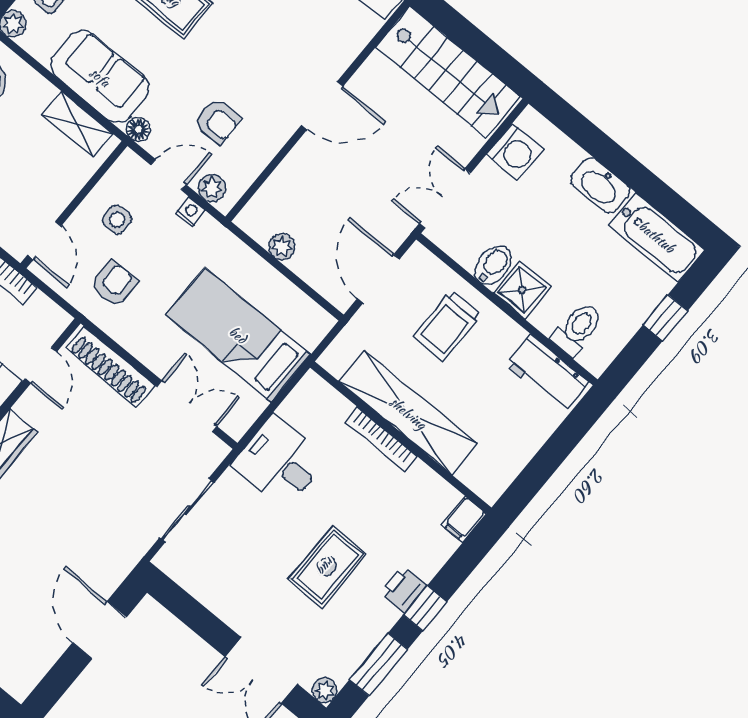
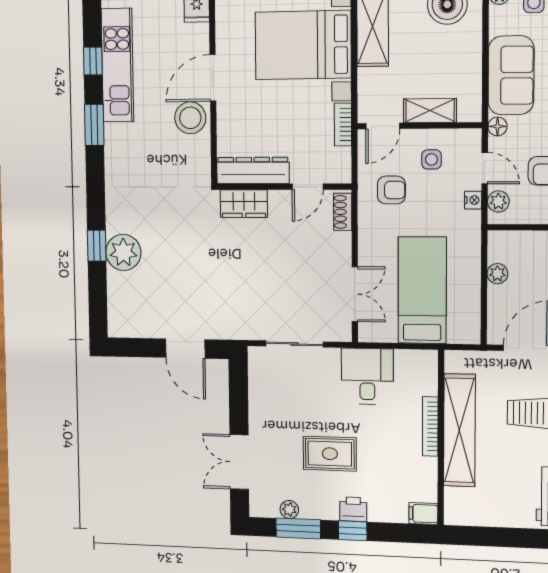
shelving: (77, 124) -> (430, 111), moved, turned 90
shoe rack: (111, 367) -> (343, 212), width x0.51, depth x0.81
door: (99, 630) -> (185, 349), swing flipped
plant: (325, 690) -> (289, 509), moved

